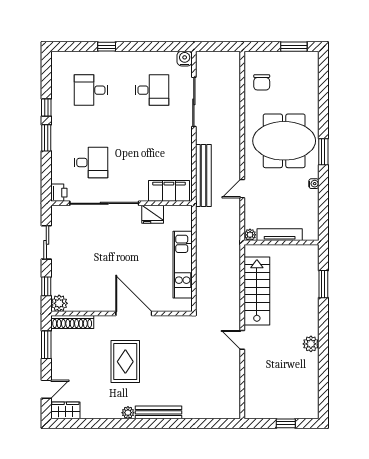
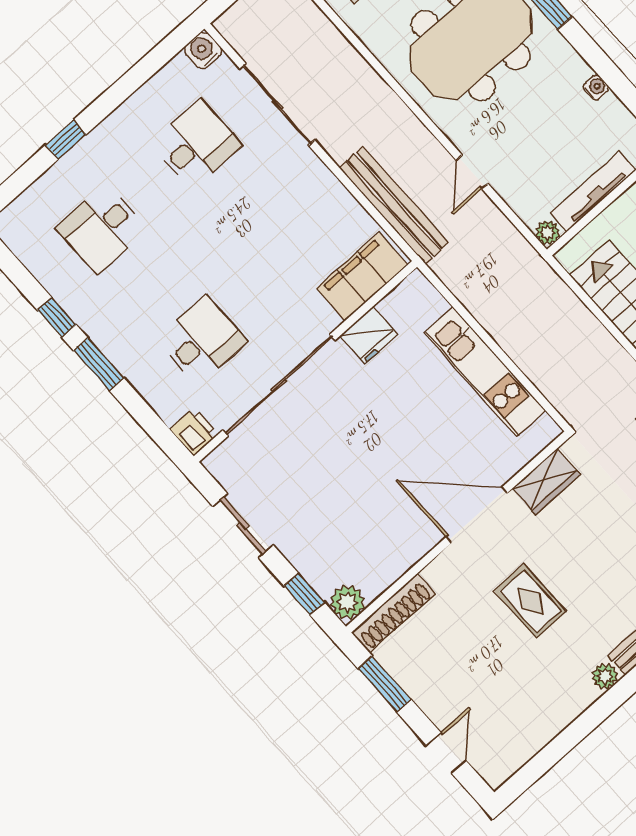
water cooler: (314, 184) -> (596, 87), moved
rug: (125, 362) -> (530, 601), width x0.73, depth x0.70
wardrobe: (65, 410) -> (546, 482), moved, turned 180

